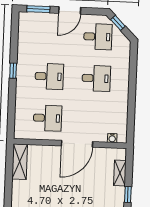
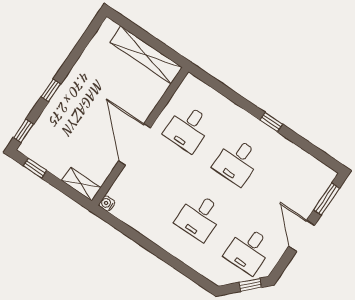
water cooler: (112, 138) -> (107, 204), moved
shelving: (20, 162) -> (146, 55), width x1.47
shelving: (120, 173) -> (81, 184), moved

